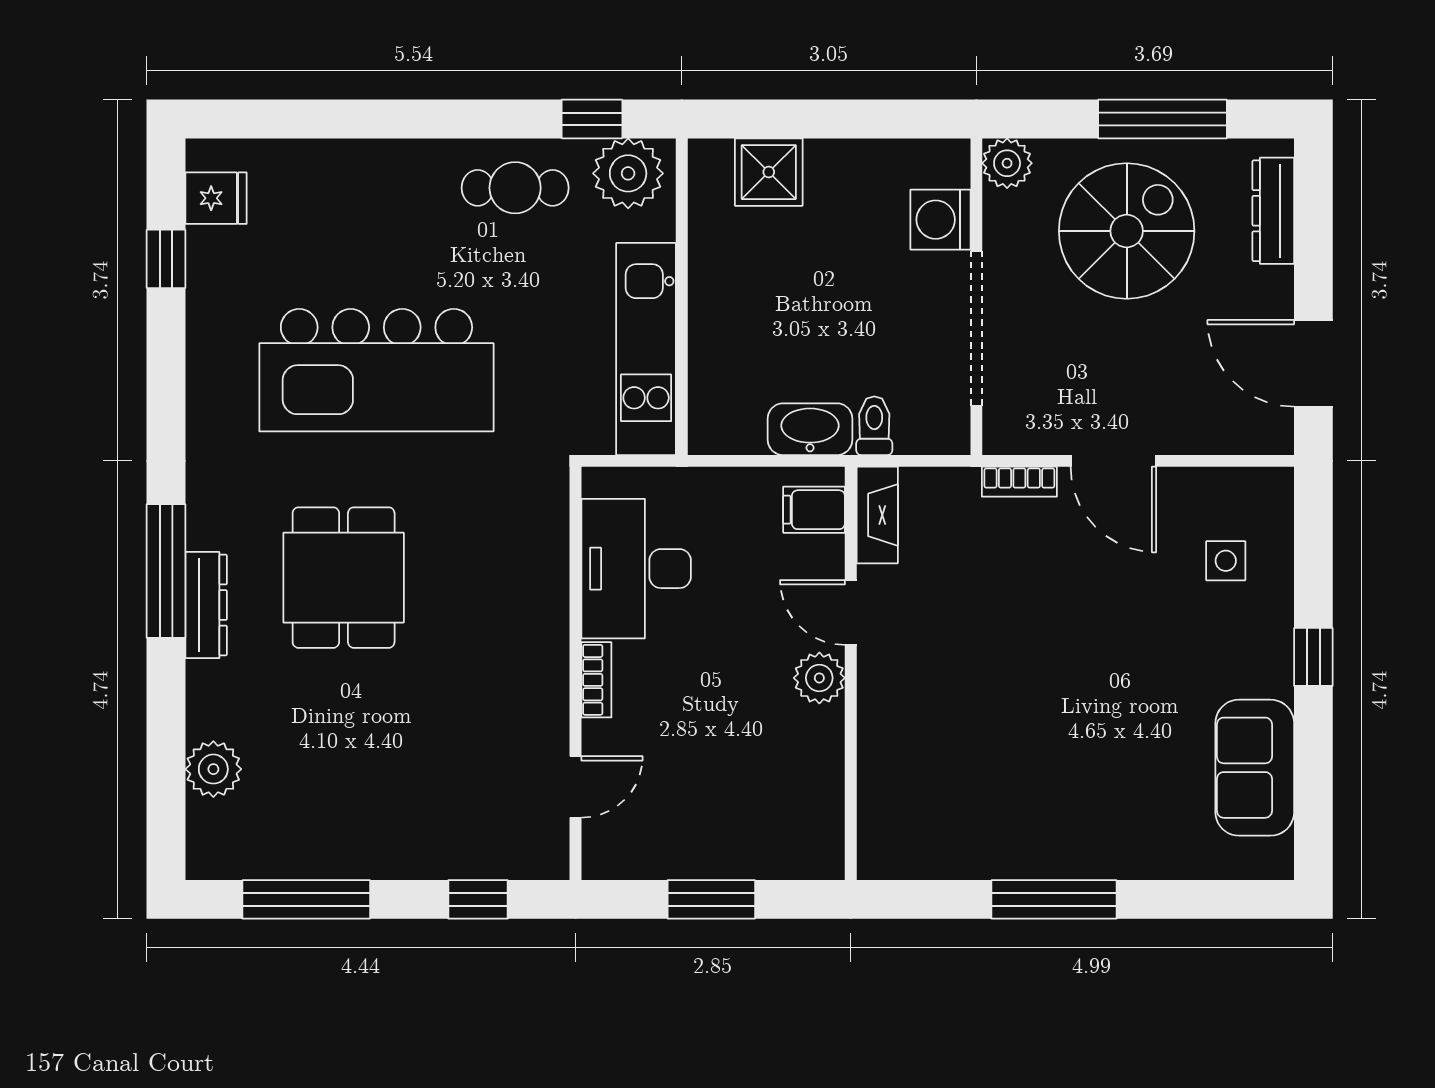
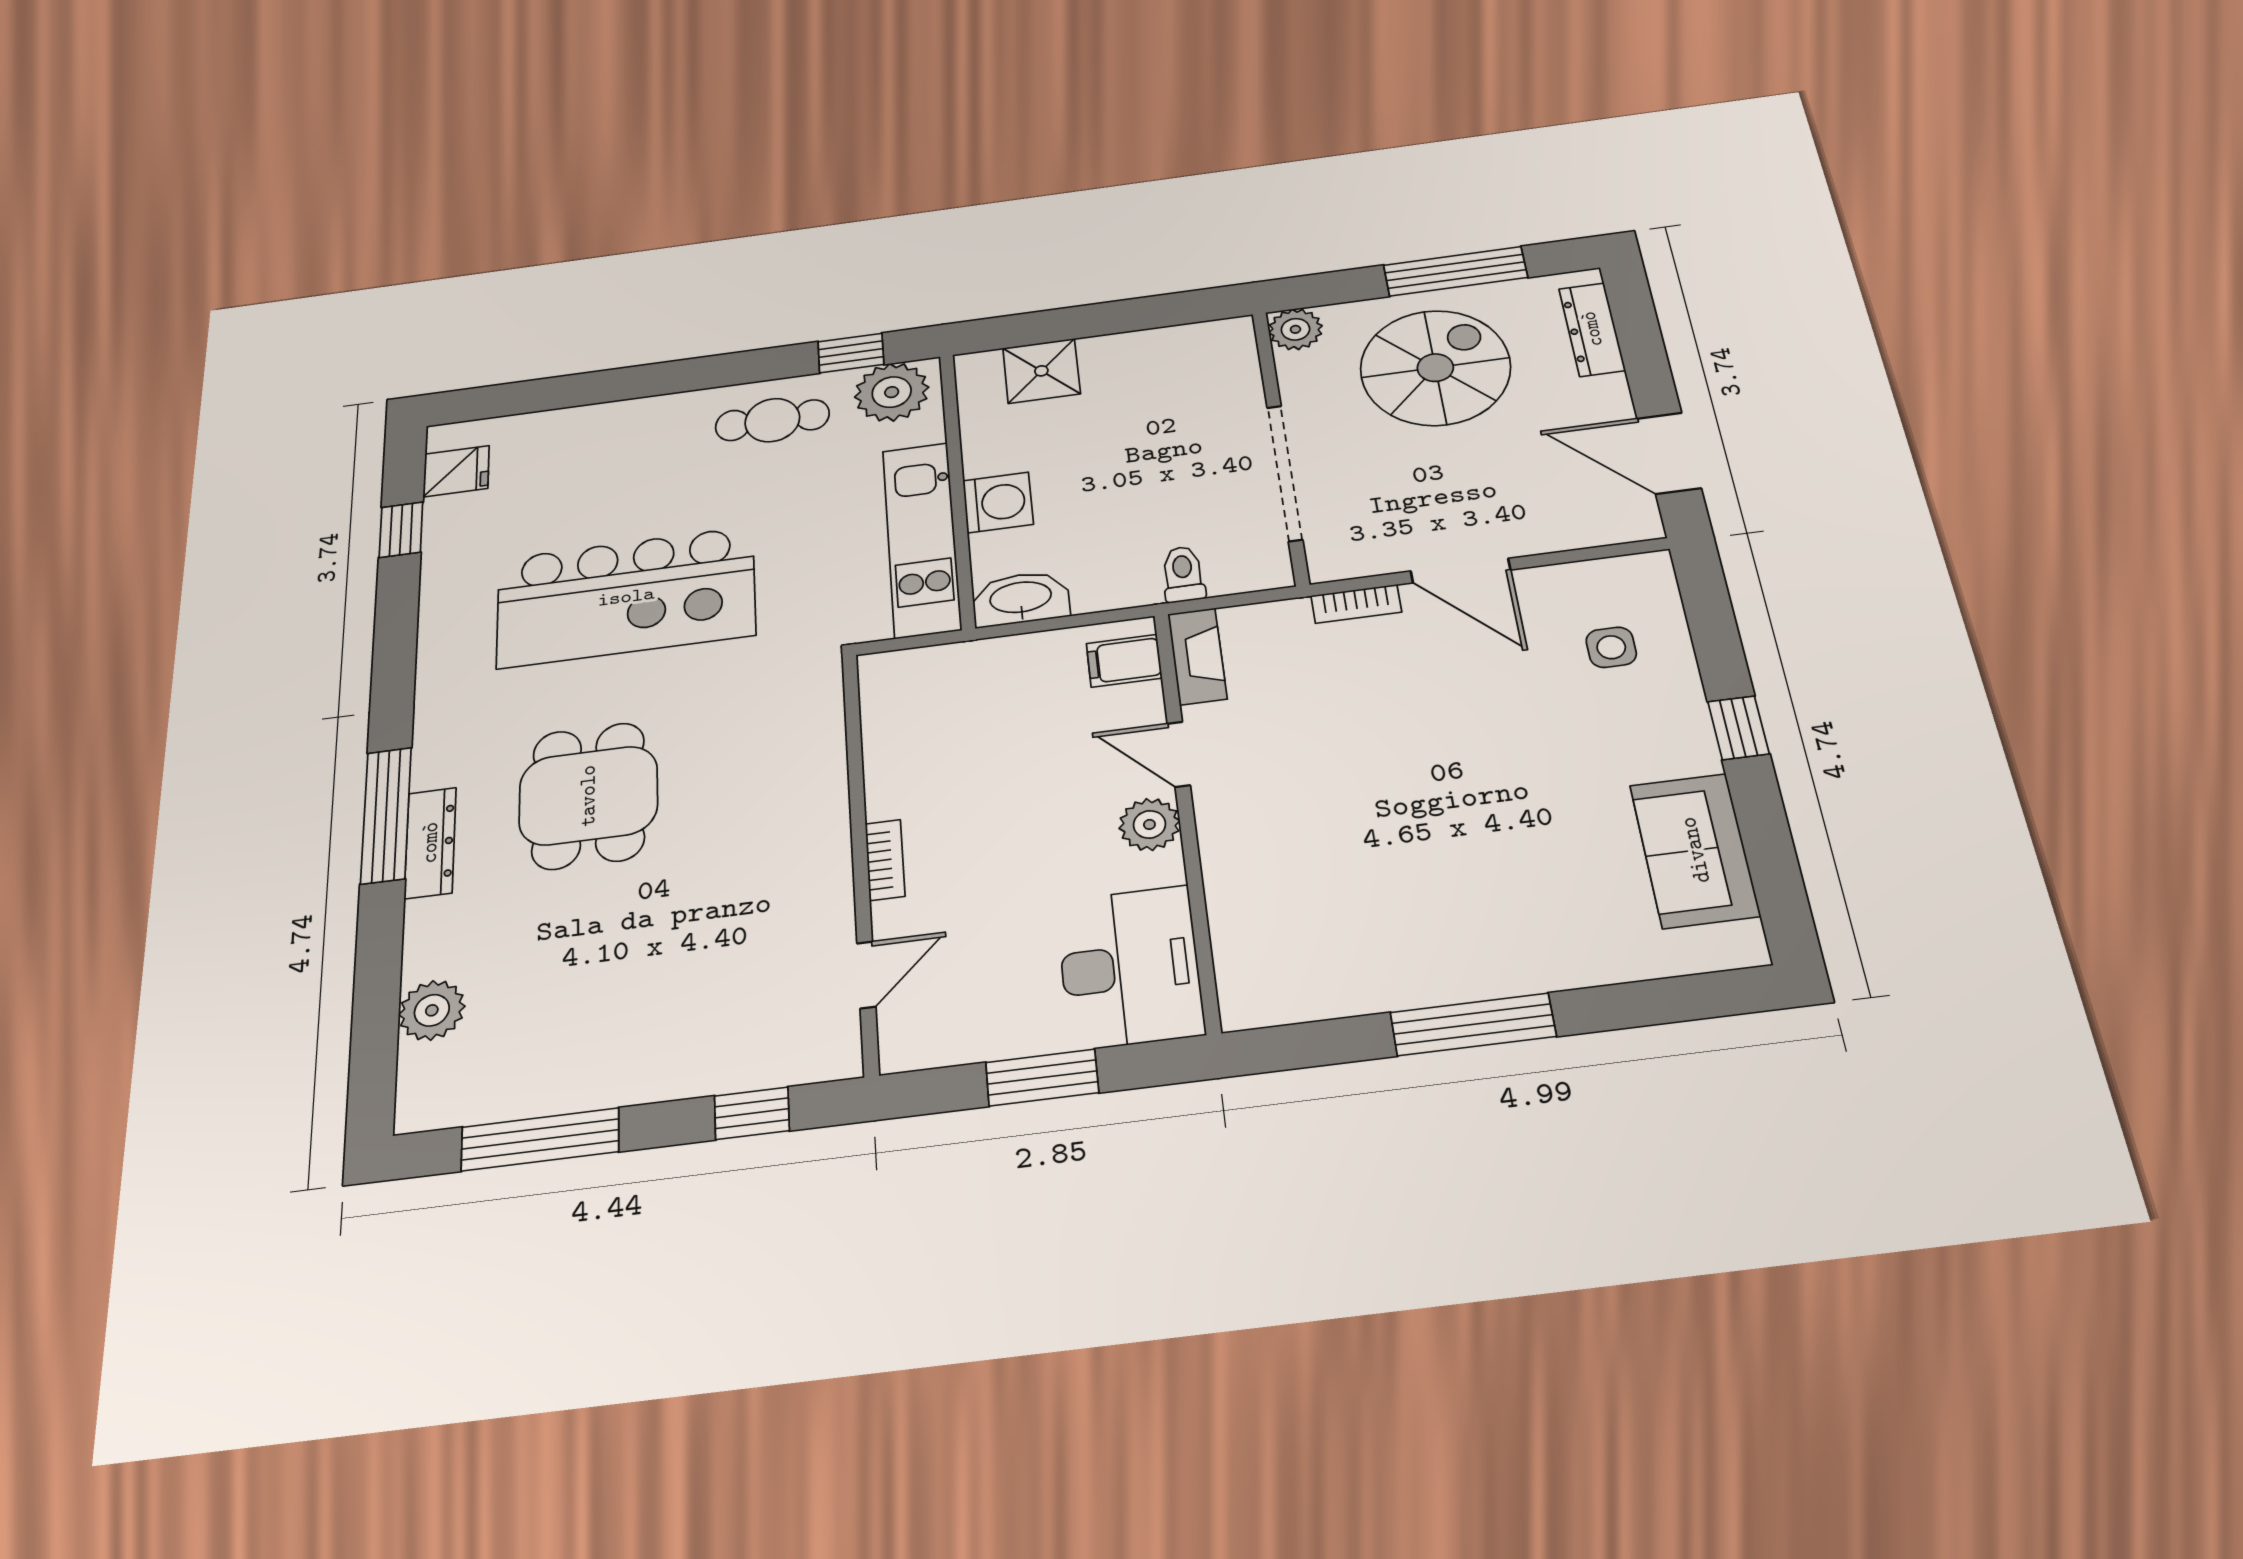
washing machine: (940, 220) -> (998, 502), moved, turned 180
washbasin: (810, 429) -> (1021, 599), moved
desk: (636, 569) -> (1130, 967), moved, turned 180

